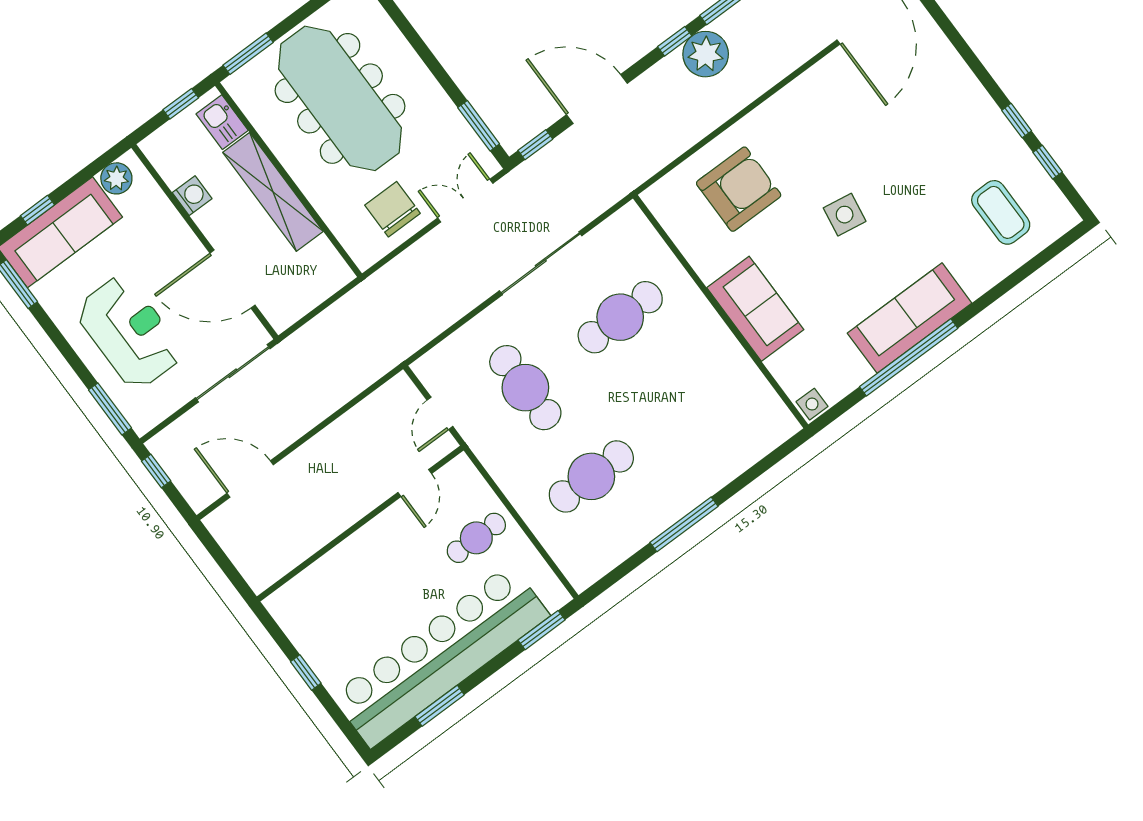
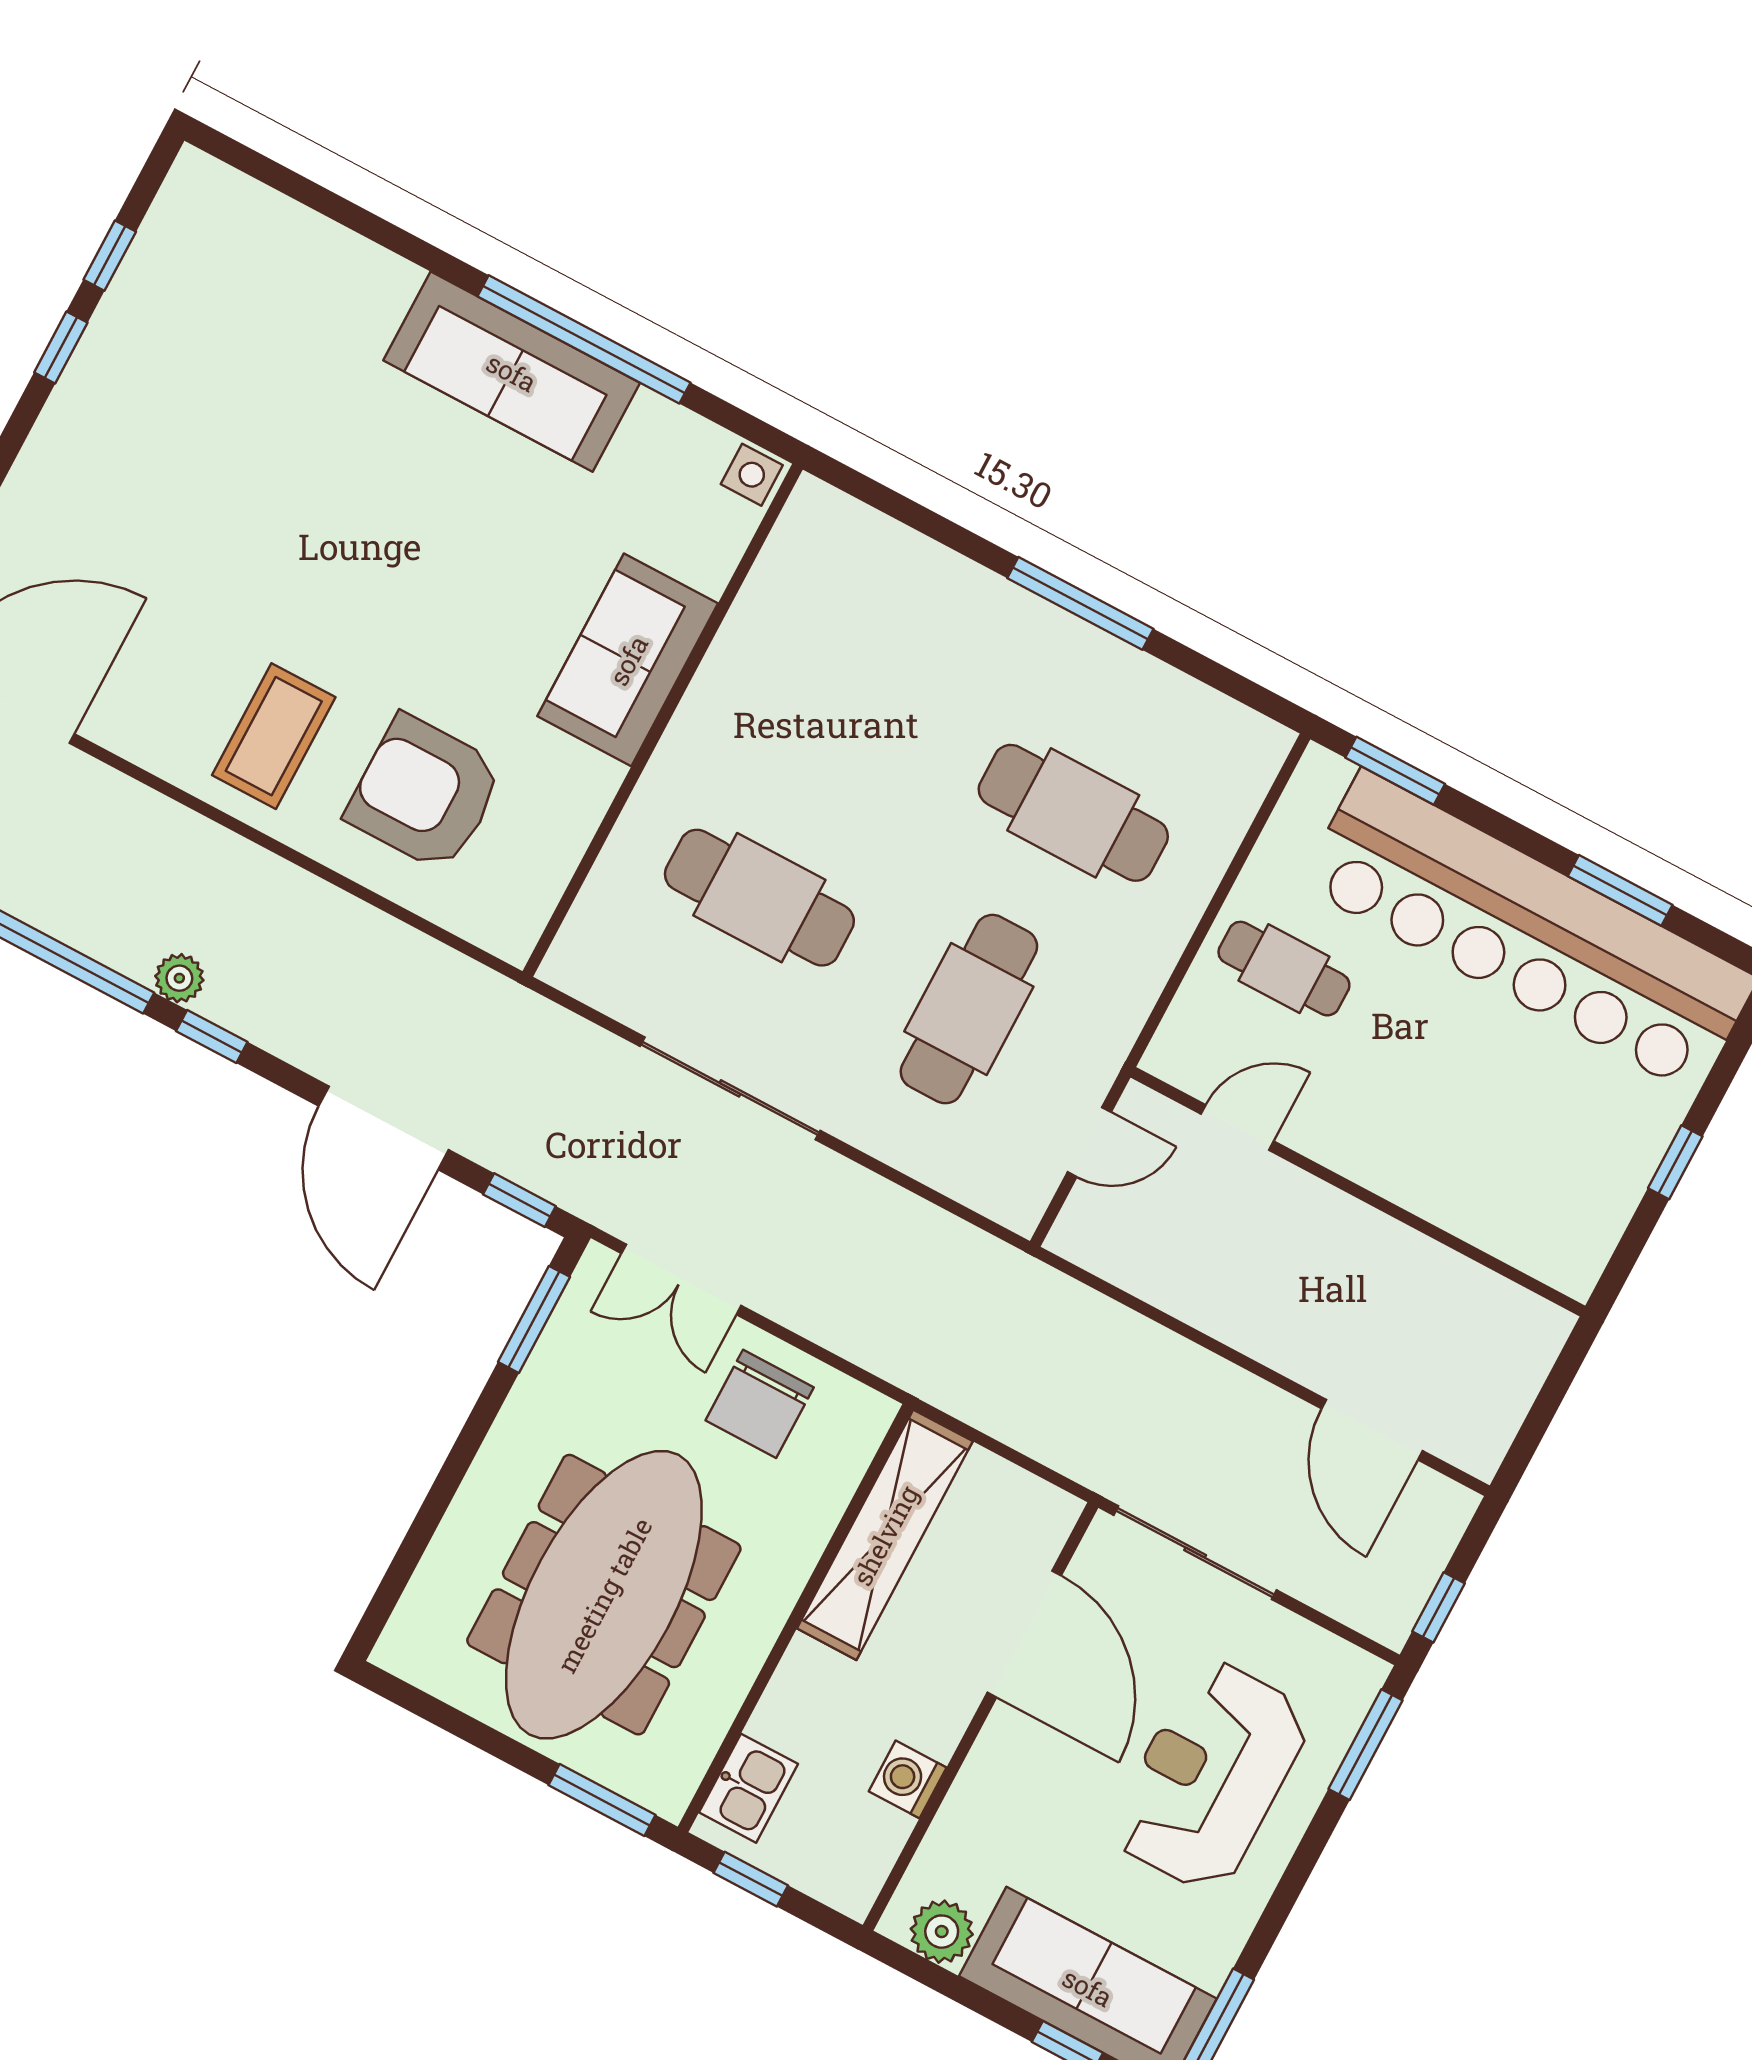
plant: (706, 54) -> (179, 978), width x0.53, depth x0.53
shelving: (273, 192) -> (885, 1535), moved
coffee table: (1001, 212) -> (274, 736), moved
side table: (845, 215) -> (380, 579), removed

